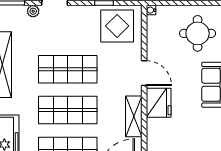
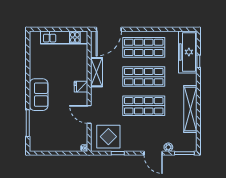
round table: (198, 33) -> (51, 131), removed
door: (144, 73) -> (89, 114), moved
fridge: (159, 103) -> (81, 87), width x0.53, depth x0.75

